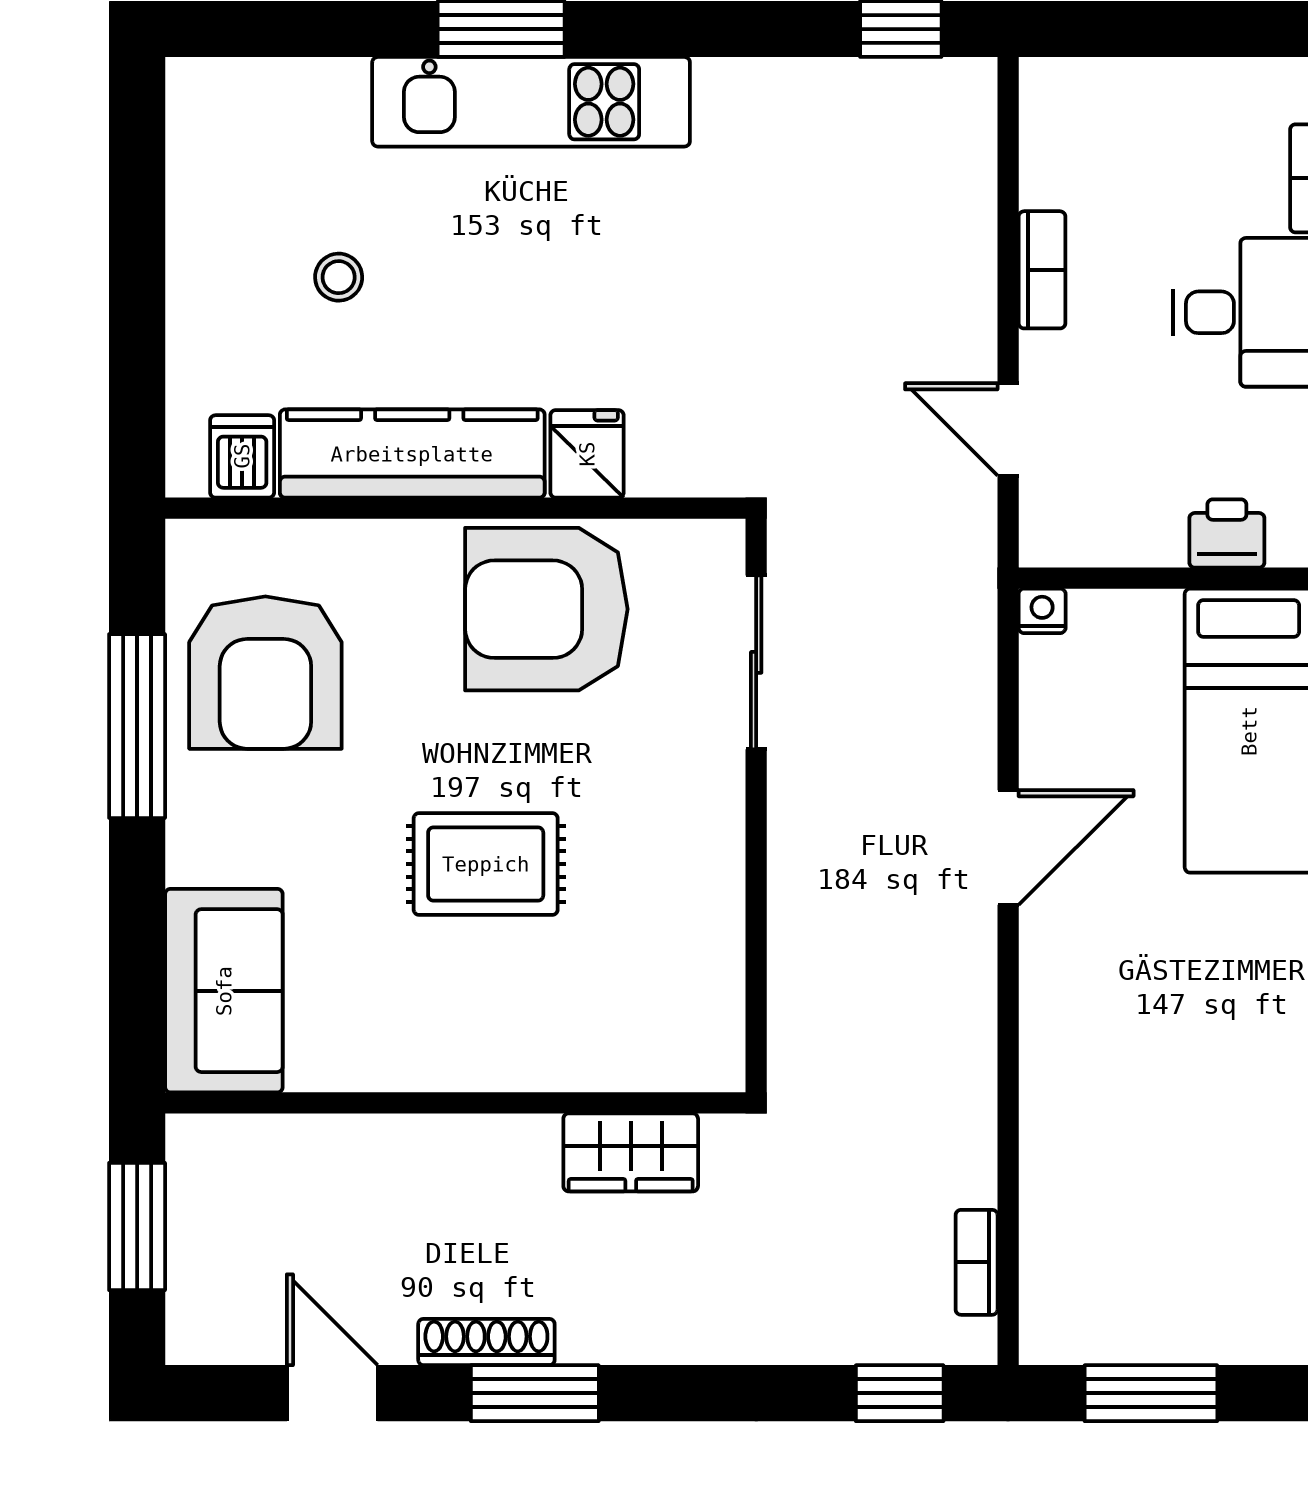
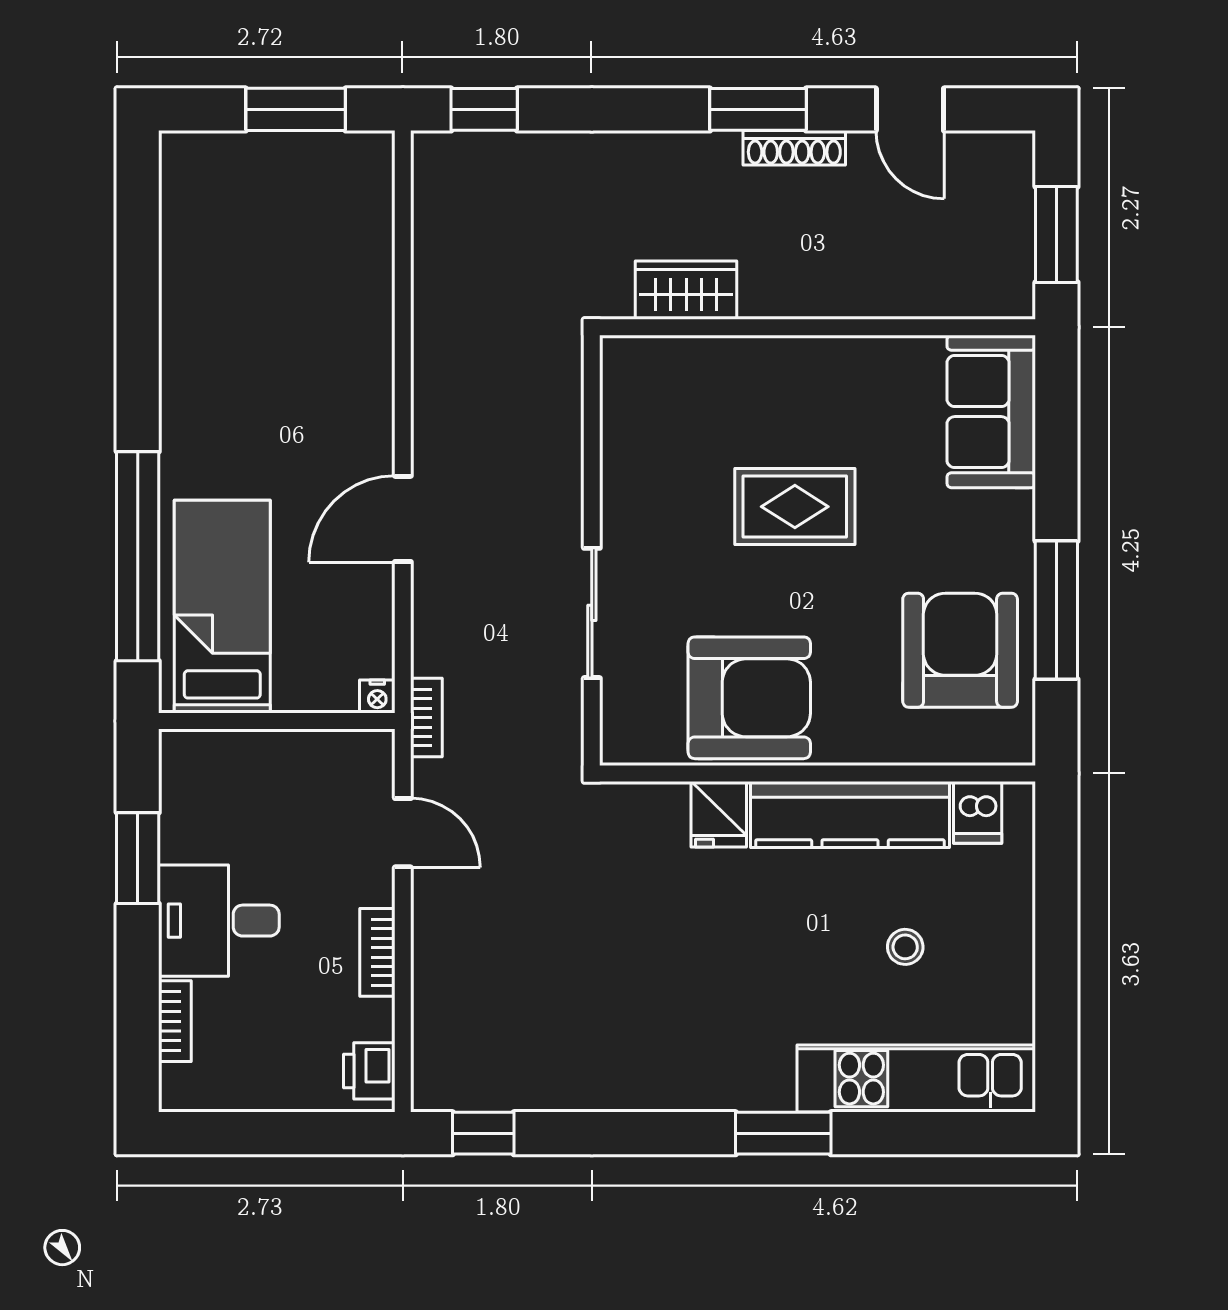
kitchen unit: (531, 102) -> (916, 1079), moved
printer: (1227, 533) -> (369, 1071), moved, turned 90
sliding door: (756, 662) -> (592, 613), moved
bookcase: (977, 1262) -> (426, 718), moved

